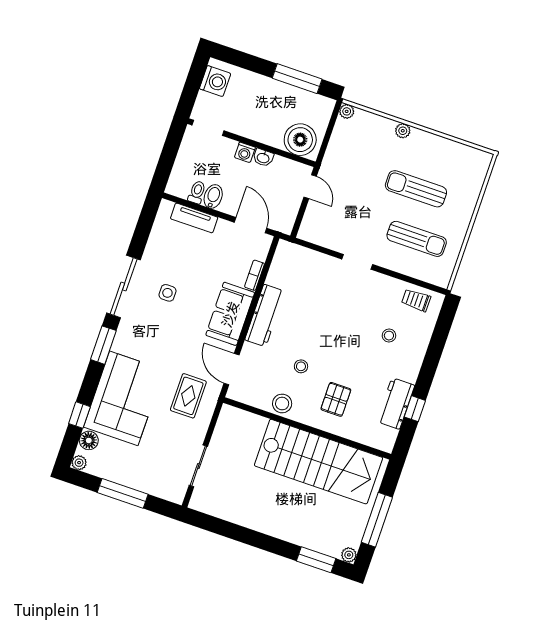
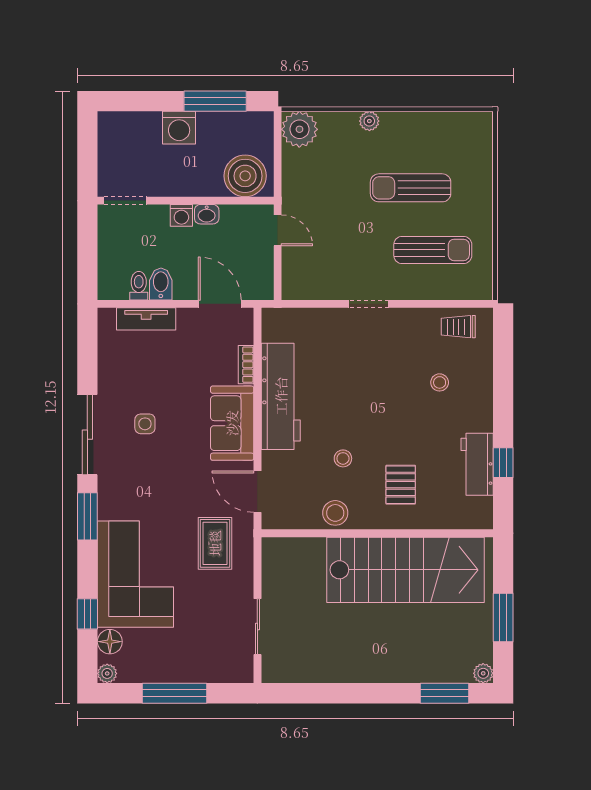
washing machine: (215, 81) -> (179, 128), moved, turned 90
plant: (347, 111) -> (299, 129), width x1.88, depth x1.88
workbench: (265, 316) -> (281, 396), width x1.36, depth x1.32
window: (377, 520) -> (503, 617), width x0.69

